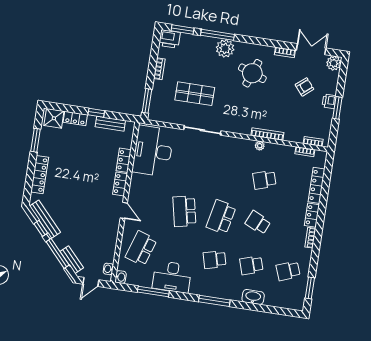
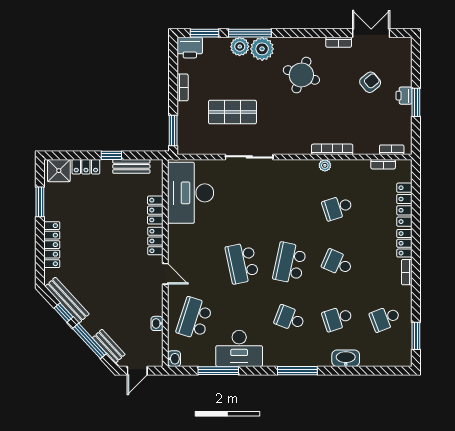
plant: (334, 63) -> (240, 47), moved
school desk: (215, 260) -> (290, 318), turned 36
washbasin: (108, 269) -> (157, 323), moved

